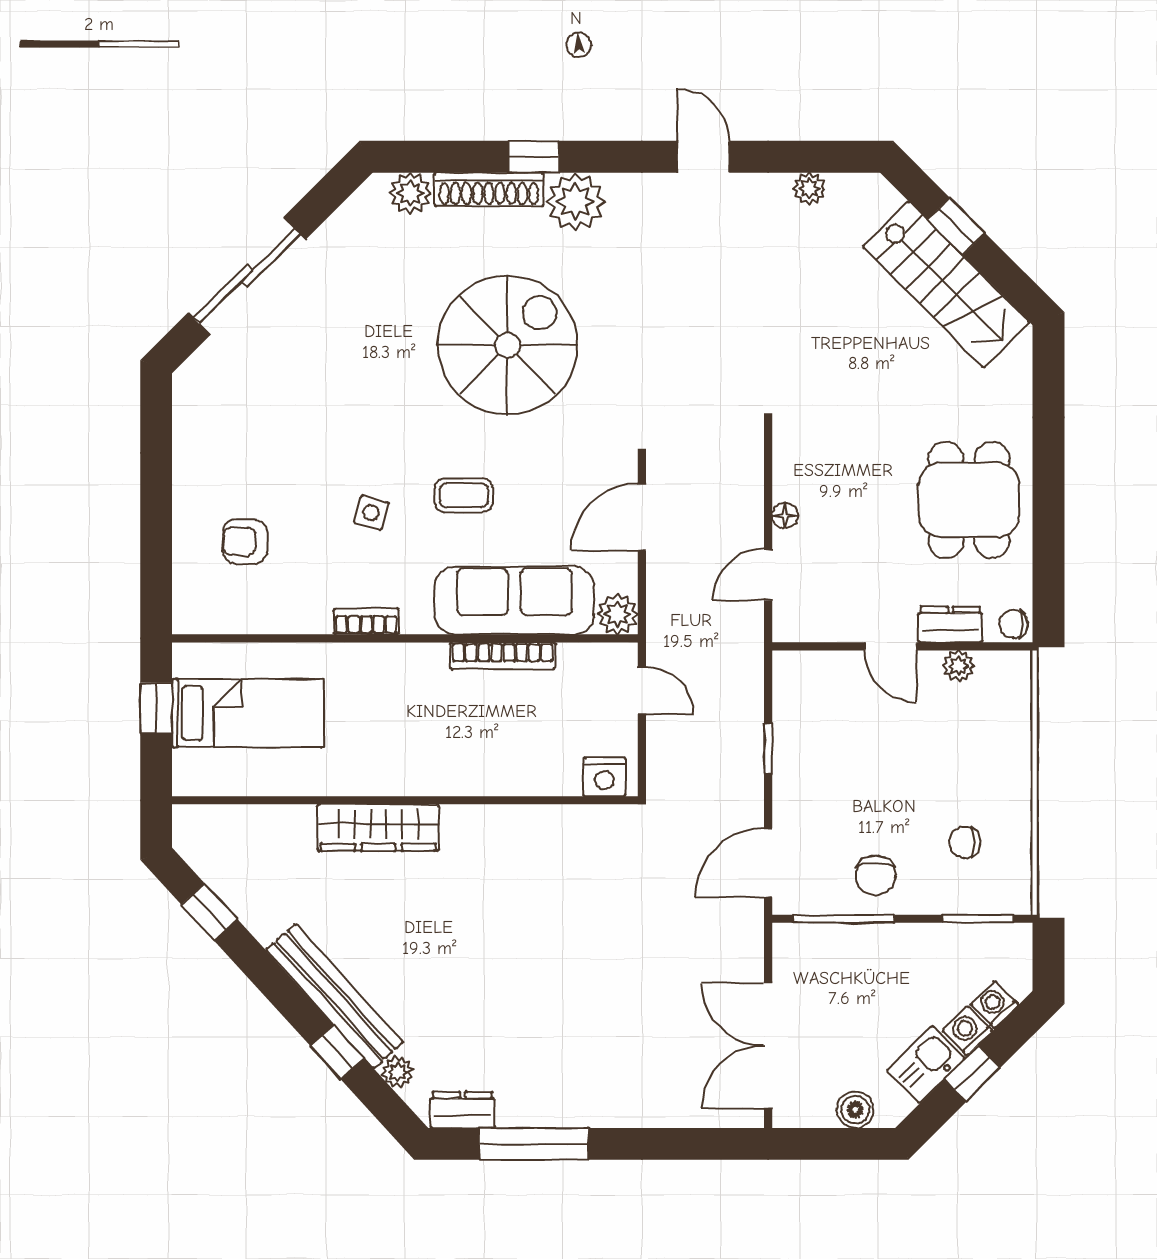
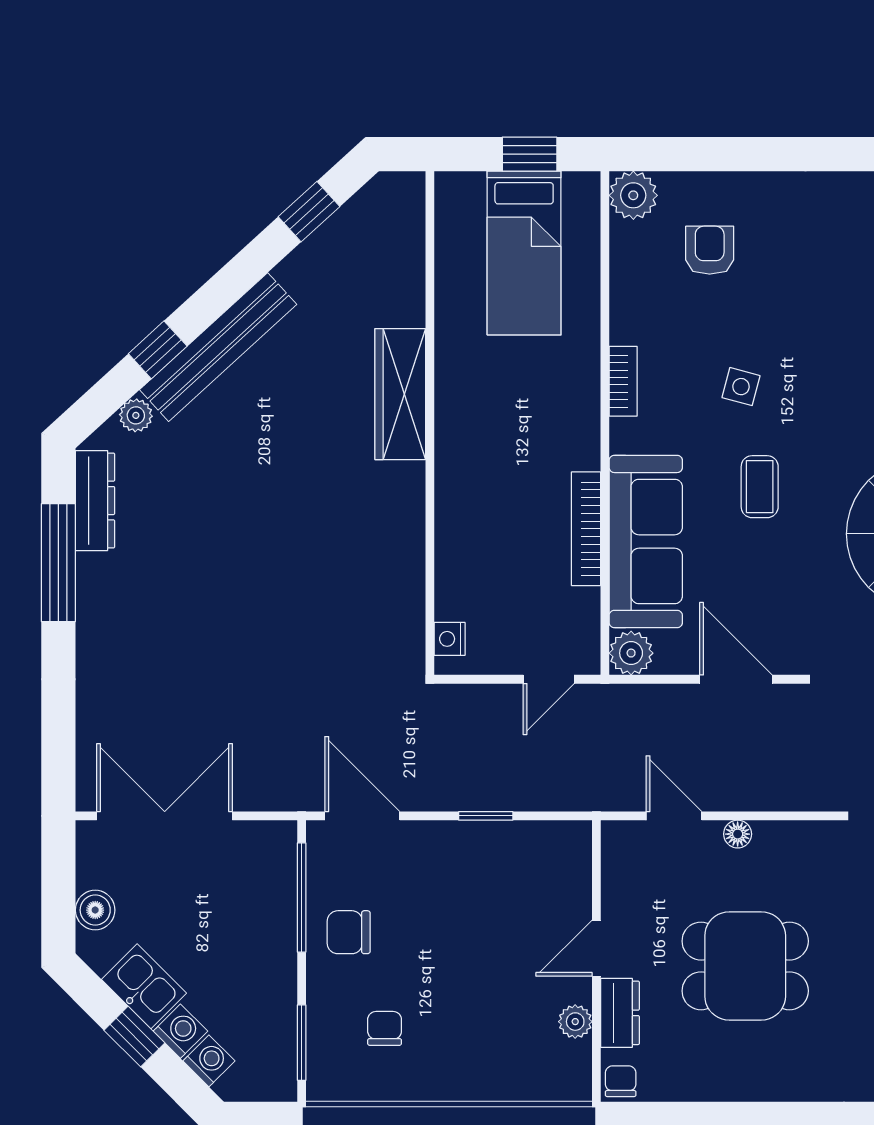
dining table: (969, 500) -> (745, 966), moved
plant: (194, 612) -> (633, 195), added
nightstand: (604, 777) -> (450, 639), width x0.72, depth x0.74
dresser: (462, 1110) -> (95, 501), width x1.44

